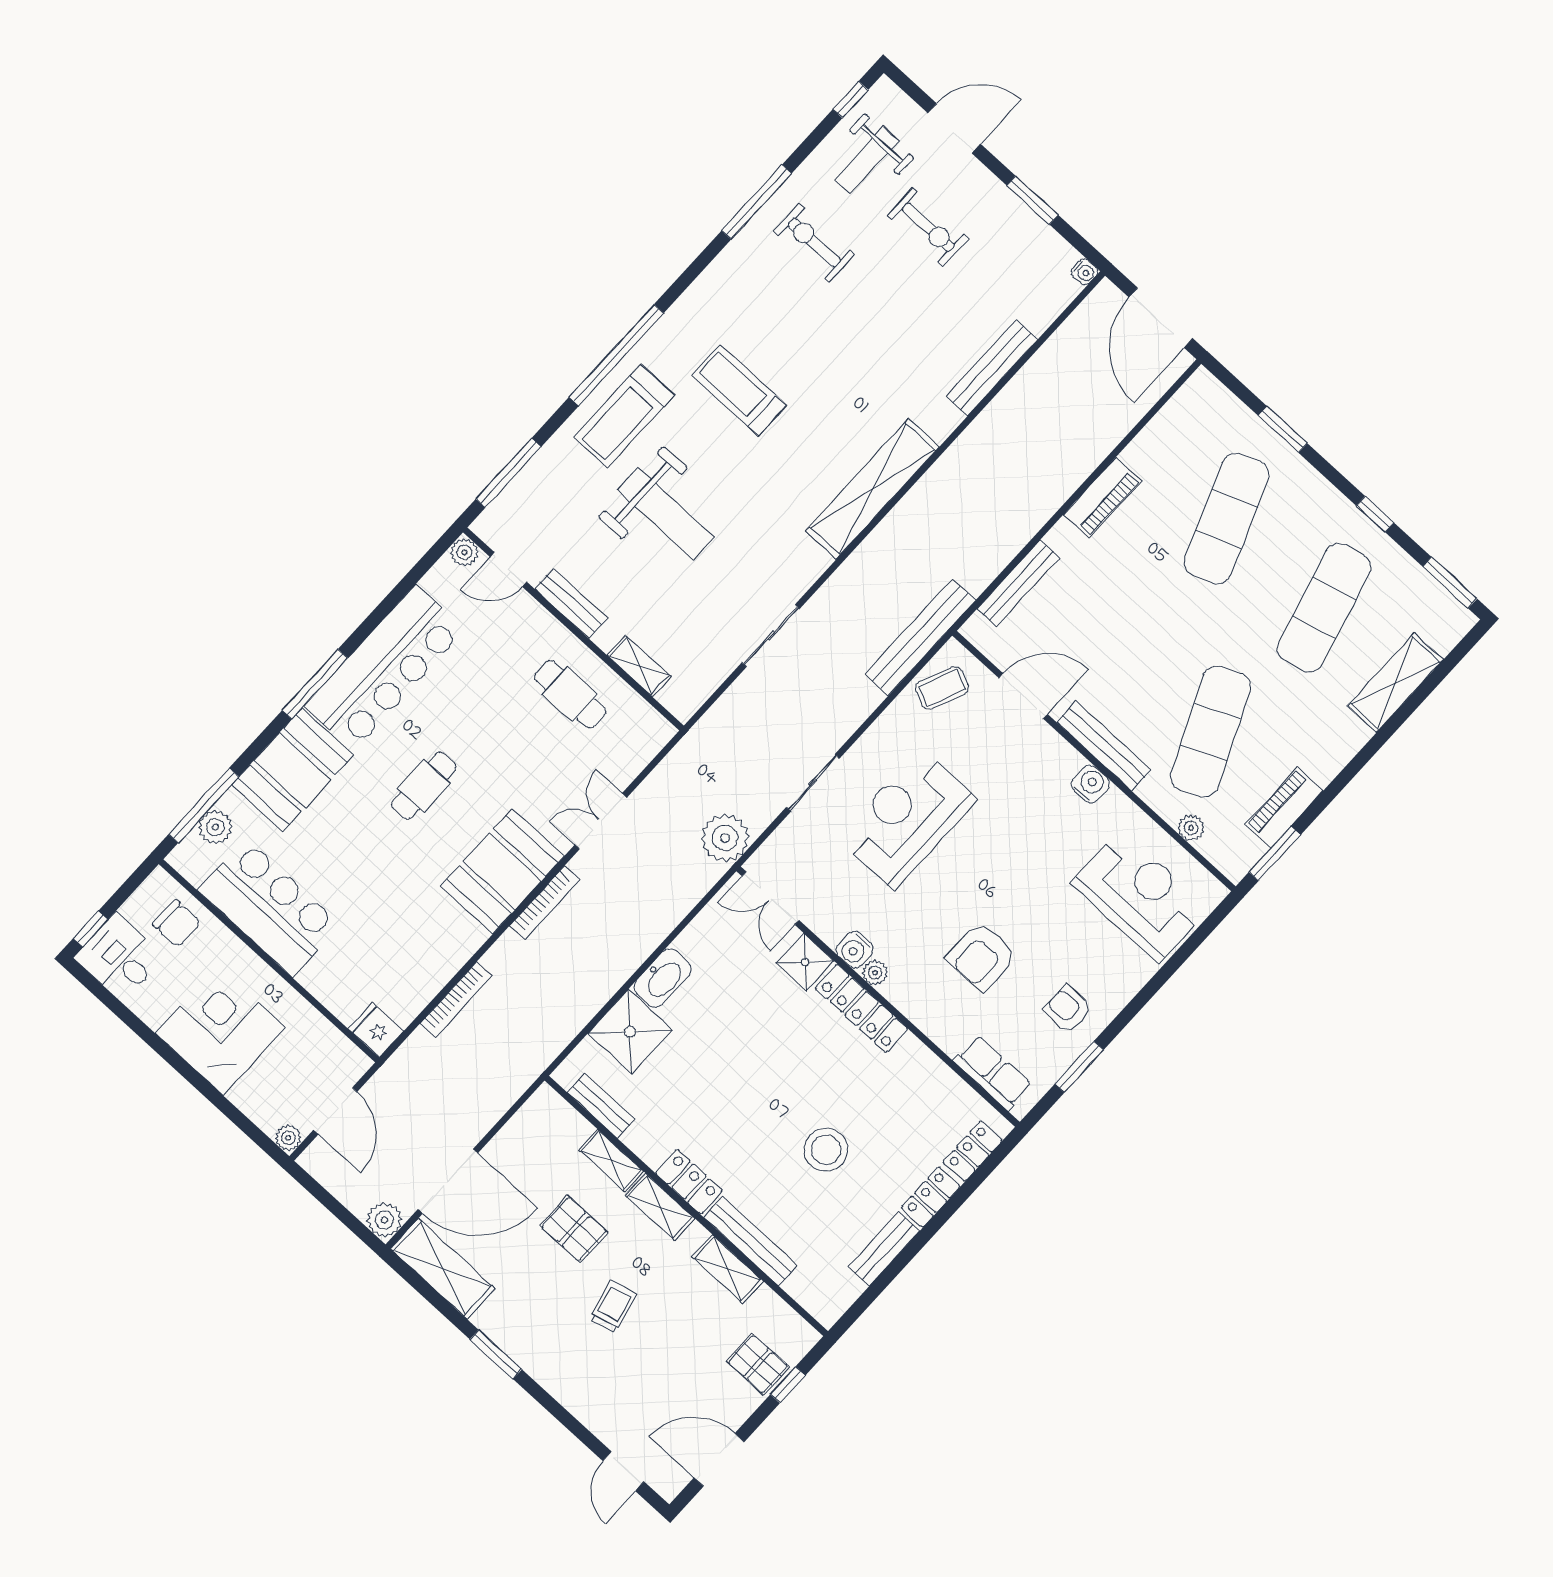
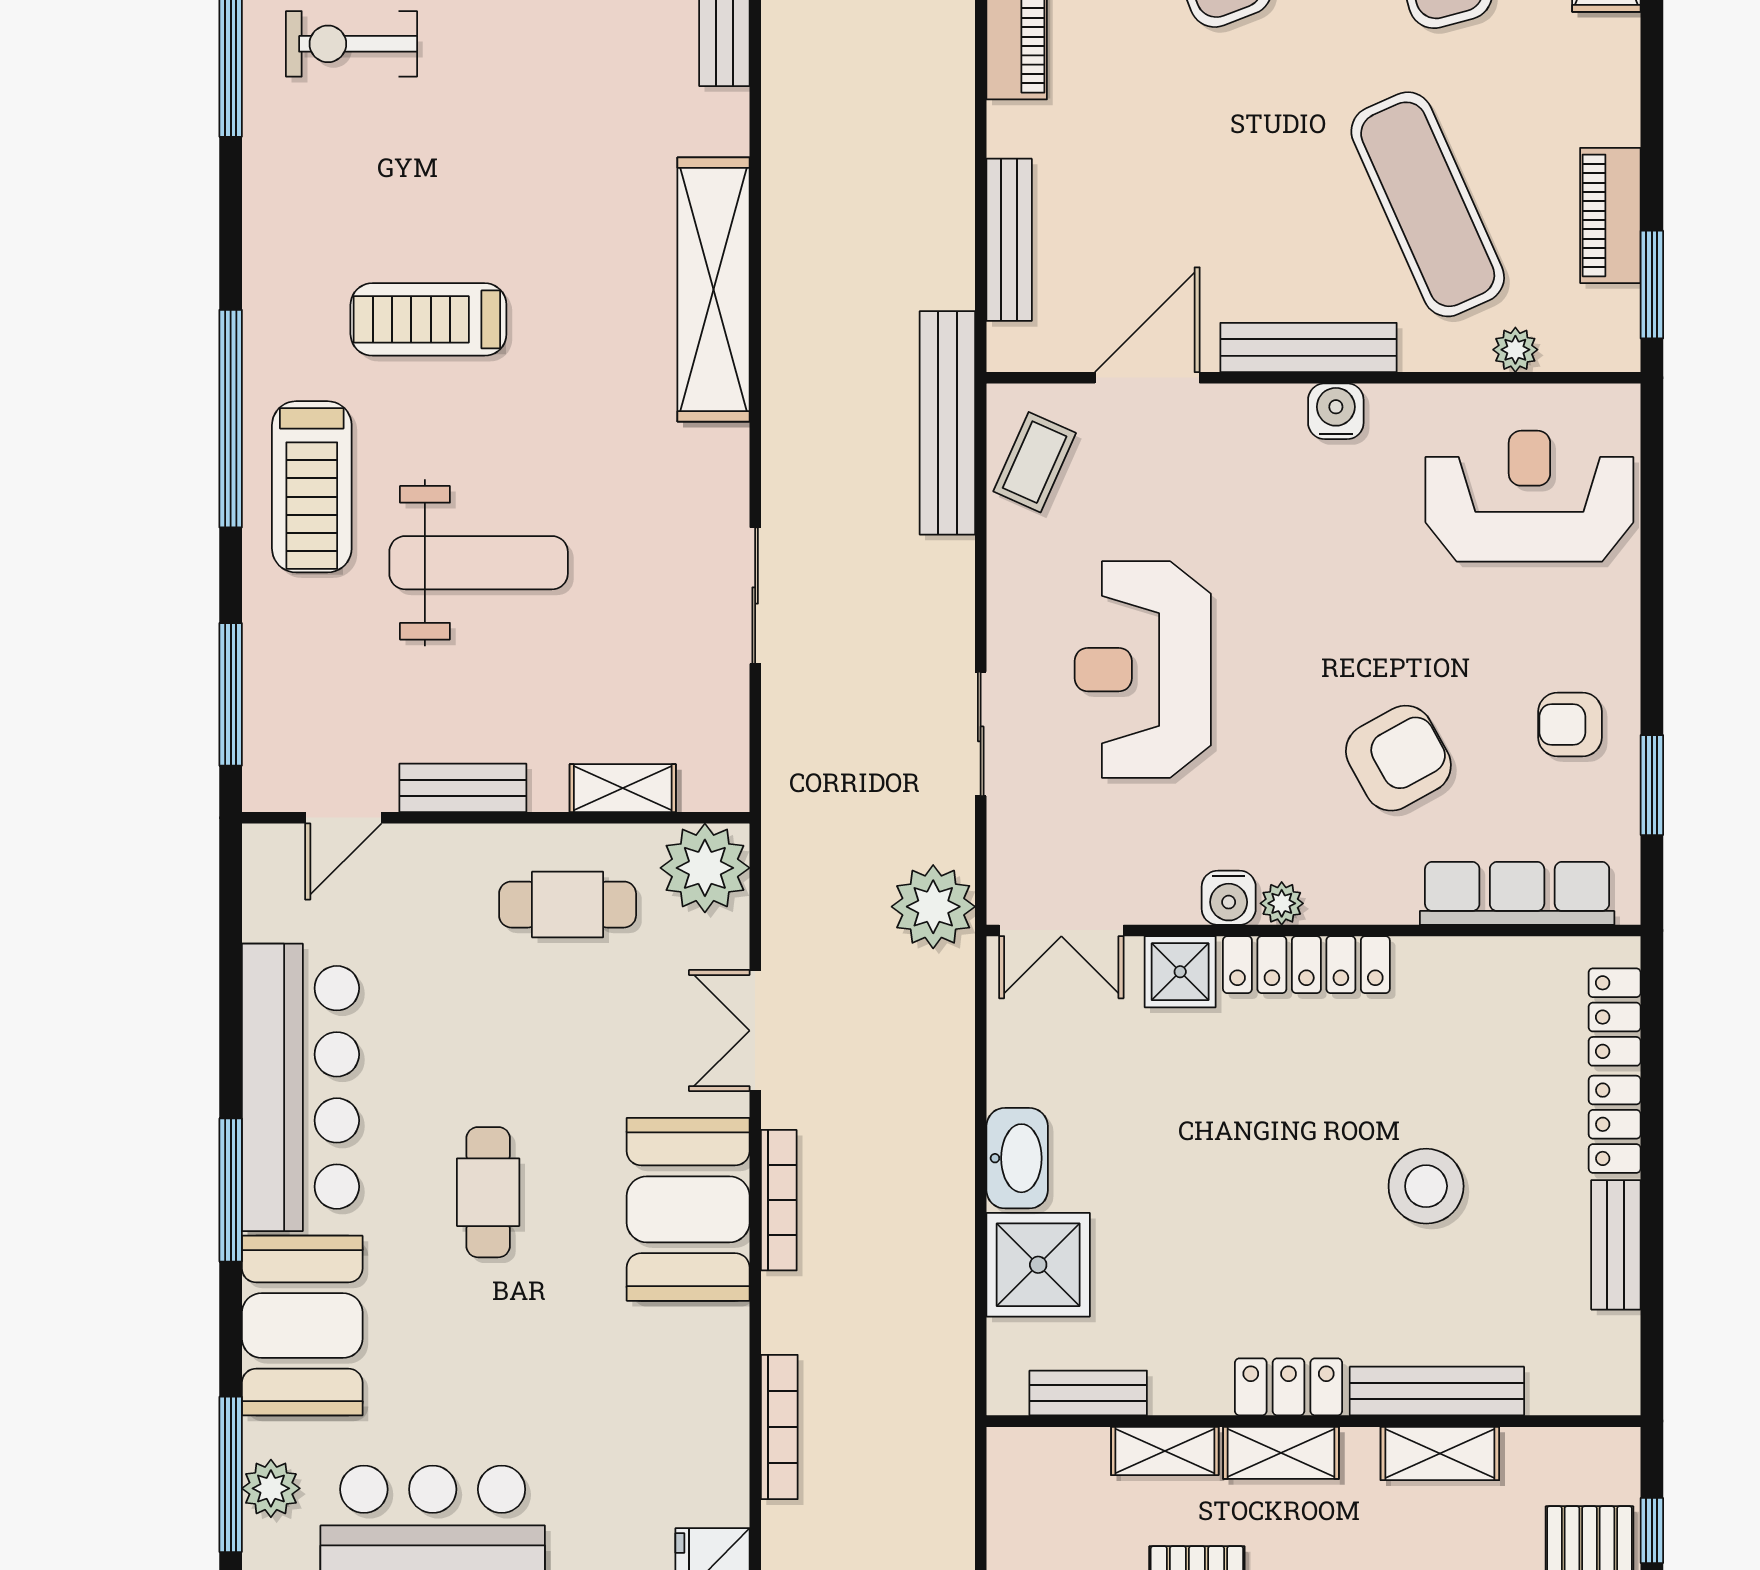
plant: (464, 552) -> (705, 868), moved, width x1.87, depth x1.87
armchair: (982, 956) -> (1398, 758), turned -119
row of seats: (993, 1073) -> (1517, 893), width x1.48

